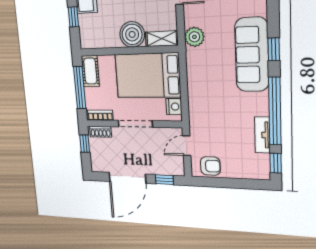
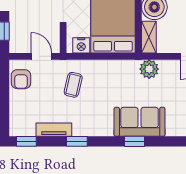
sofa: (252, 55) -> (140, 122), width x0.73
window: (275, 111) -> (77, 141), width x0.32
coffee table: (214, 115) -> (73, 85), added

